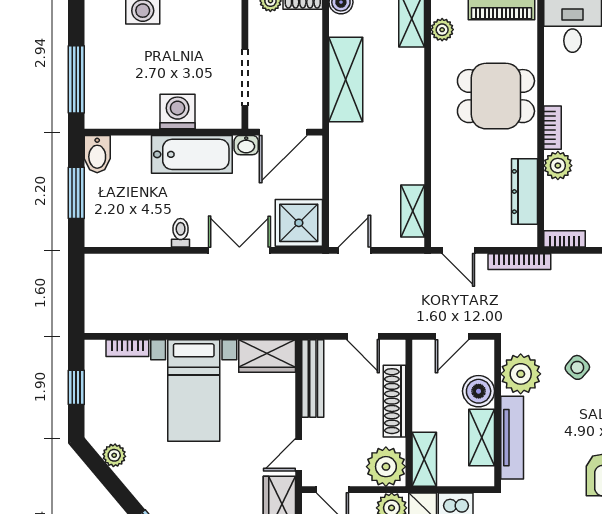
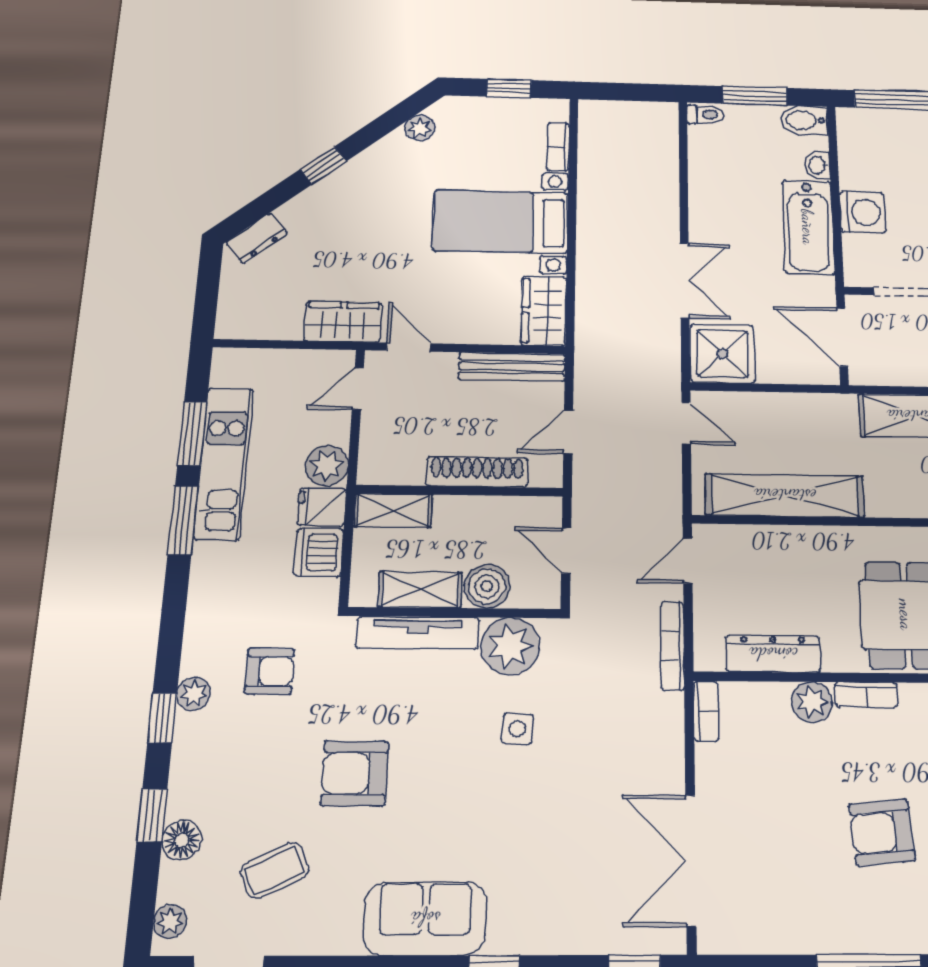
washbasin: (246, 145) -> (818, 165), moved
shelving: (413, 211) -> (785, 495), width x2.20, depth x1.33
toilet: (181, 233) -> (705, 115), moved
side table: (577, 367) -> (517, 729), turned -38
plant: (386, 467) -> (385, 459), removed

